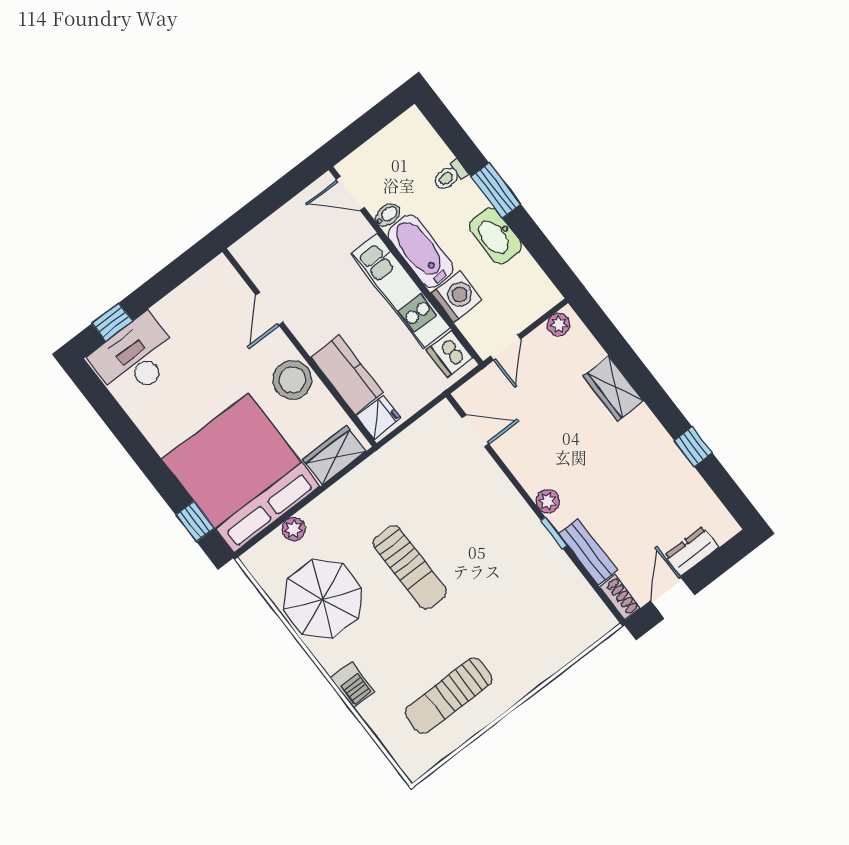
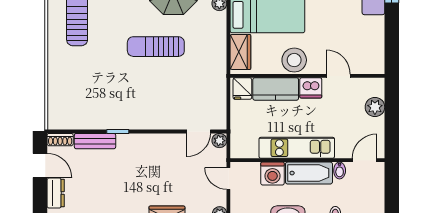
plant: (273, 232) -> (375, 107), added
dishwasher: (450, 354) -> (311, 88), moved, turned 180
plant: (548, 501) -> (219, 141), moved

